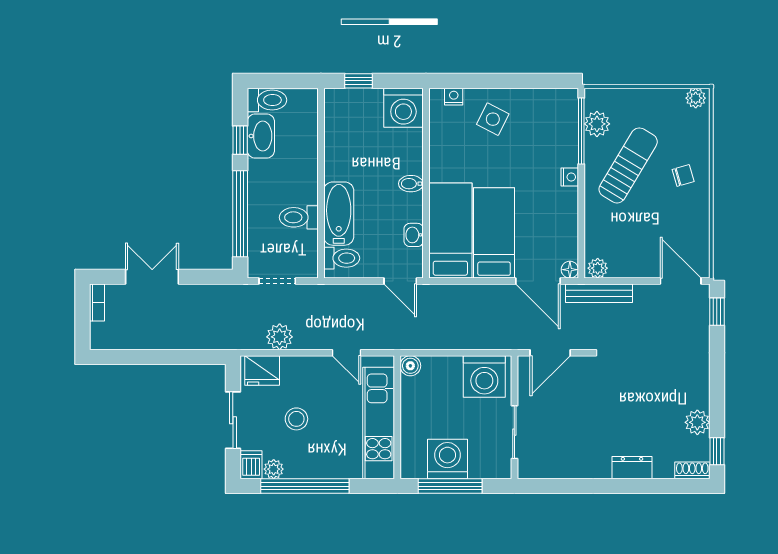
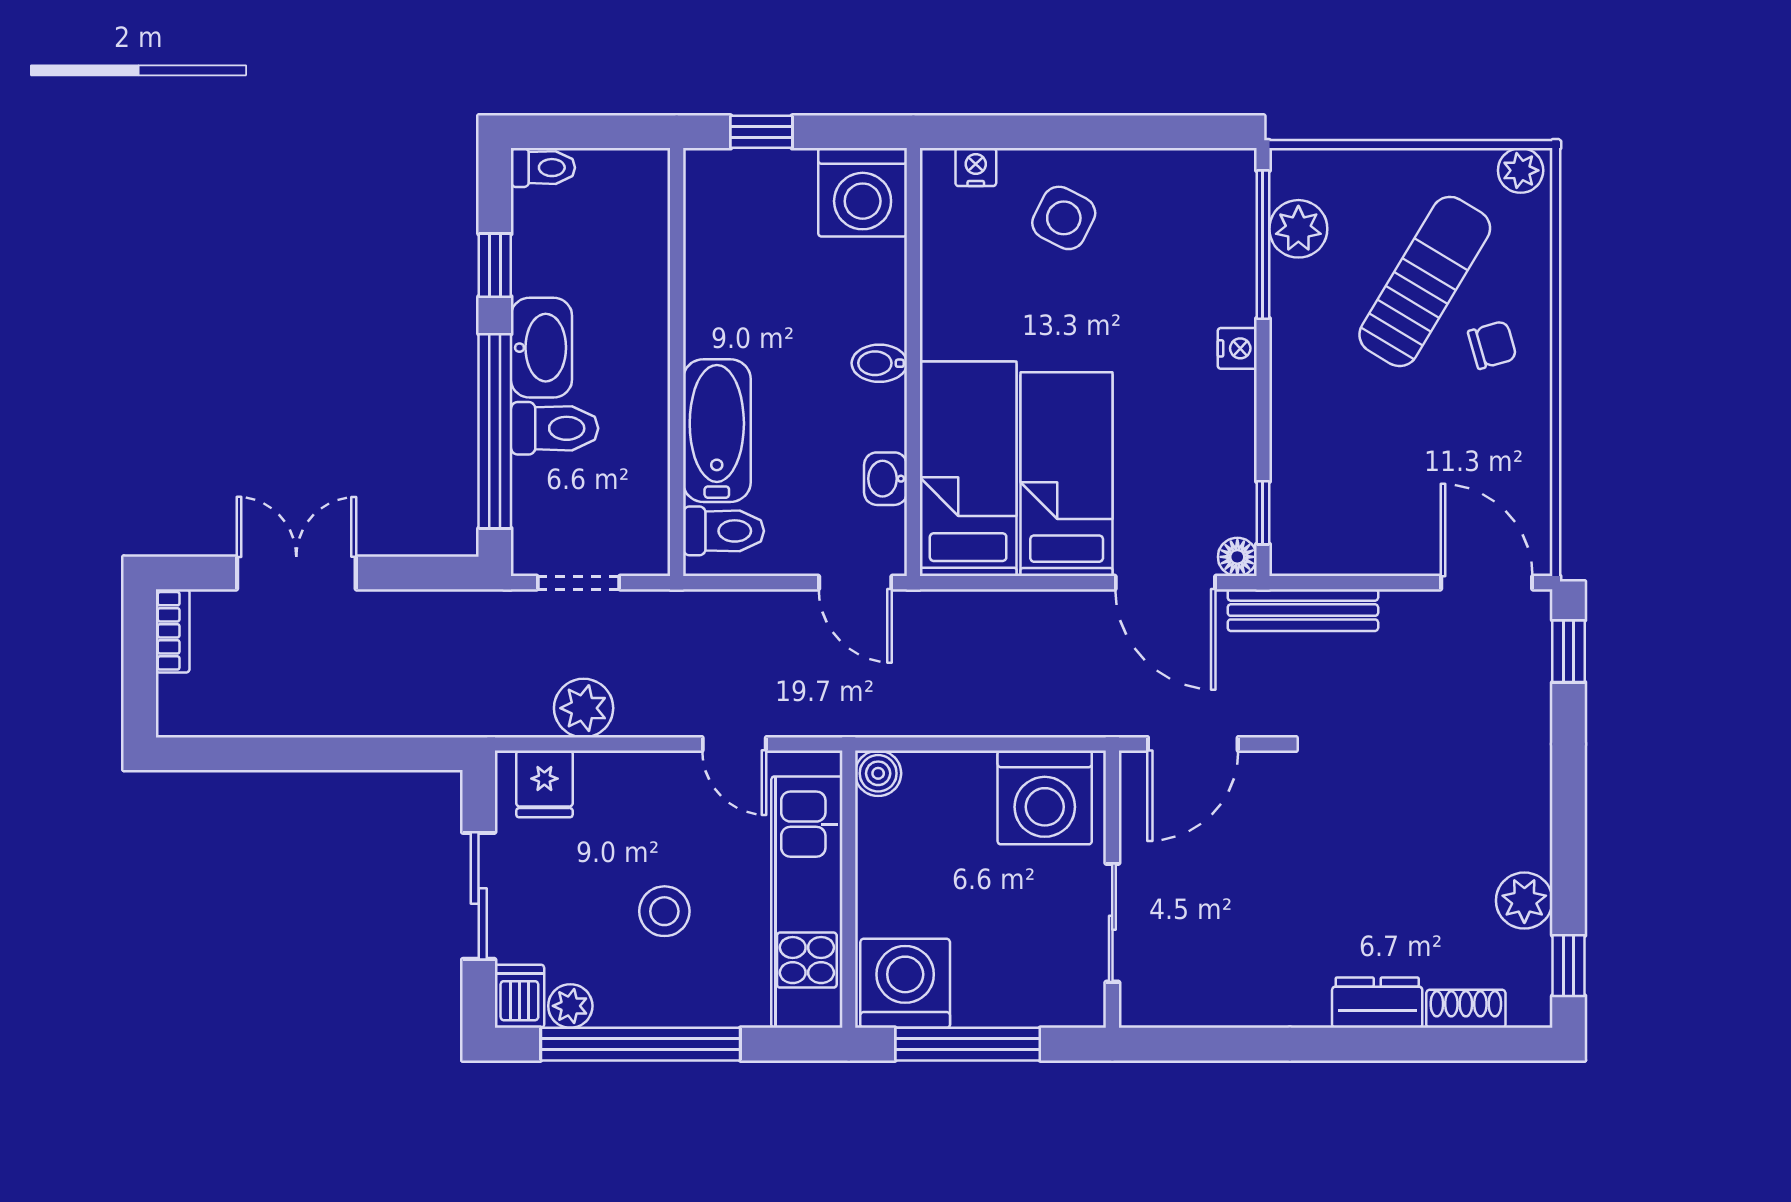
toilet: (267, 100) -> (543, 168), width x0.73, depth x0.72
washbasin: (261, 136) -> (541, 348), moved
sun lounger: (628, 165) -> (1425, 281), moved
toilet: (299, 217) -> (554, 428), moved, turned 180
window: (581, 250) -> (1263, 513), added
plant: (598, 268) -> (1300, 554), removed
fridge: (262, 370) -> (544, 784), width x0.72
stool: (296, 419) -> (664, 911), moved
washing machine: (447, 459) -> (905, 983), moved
shoe rack: (692, 470) -> (1466, 1009), moved

